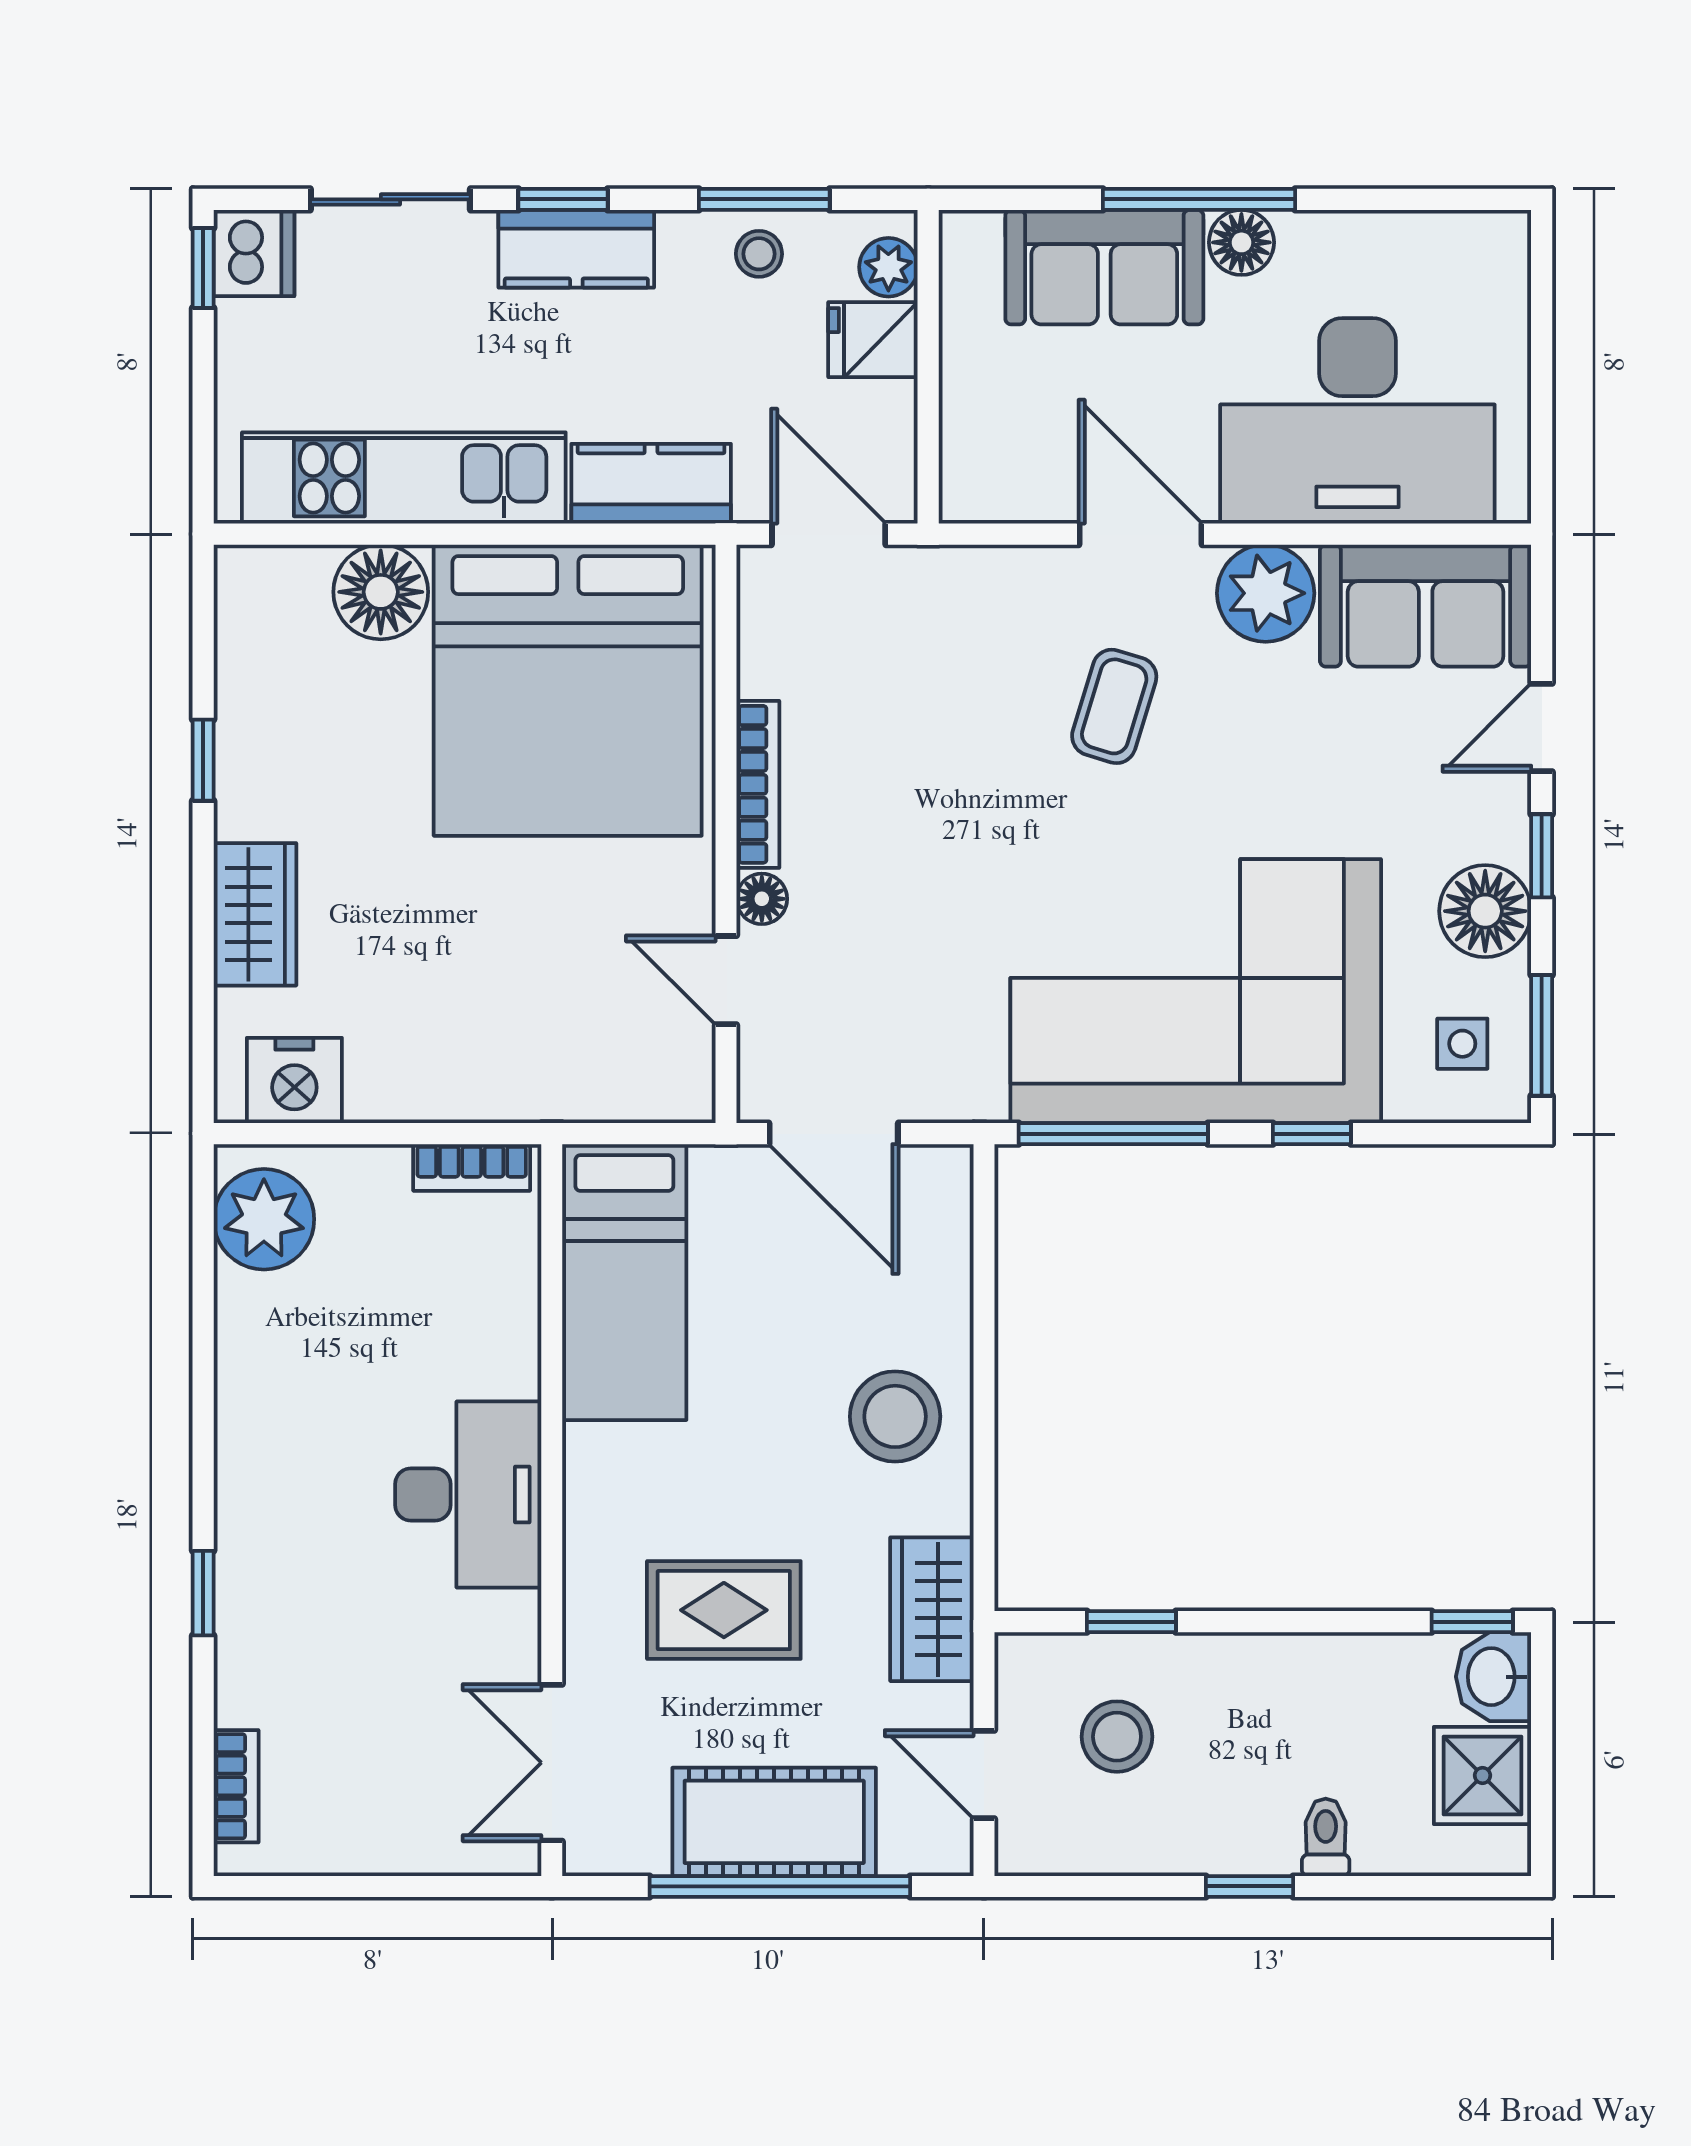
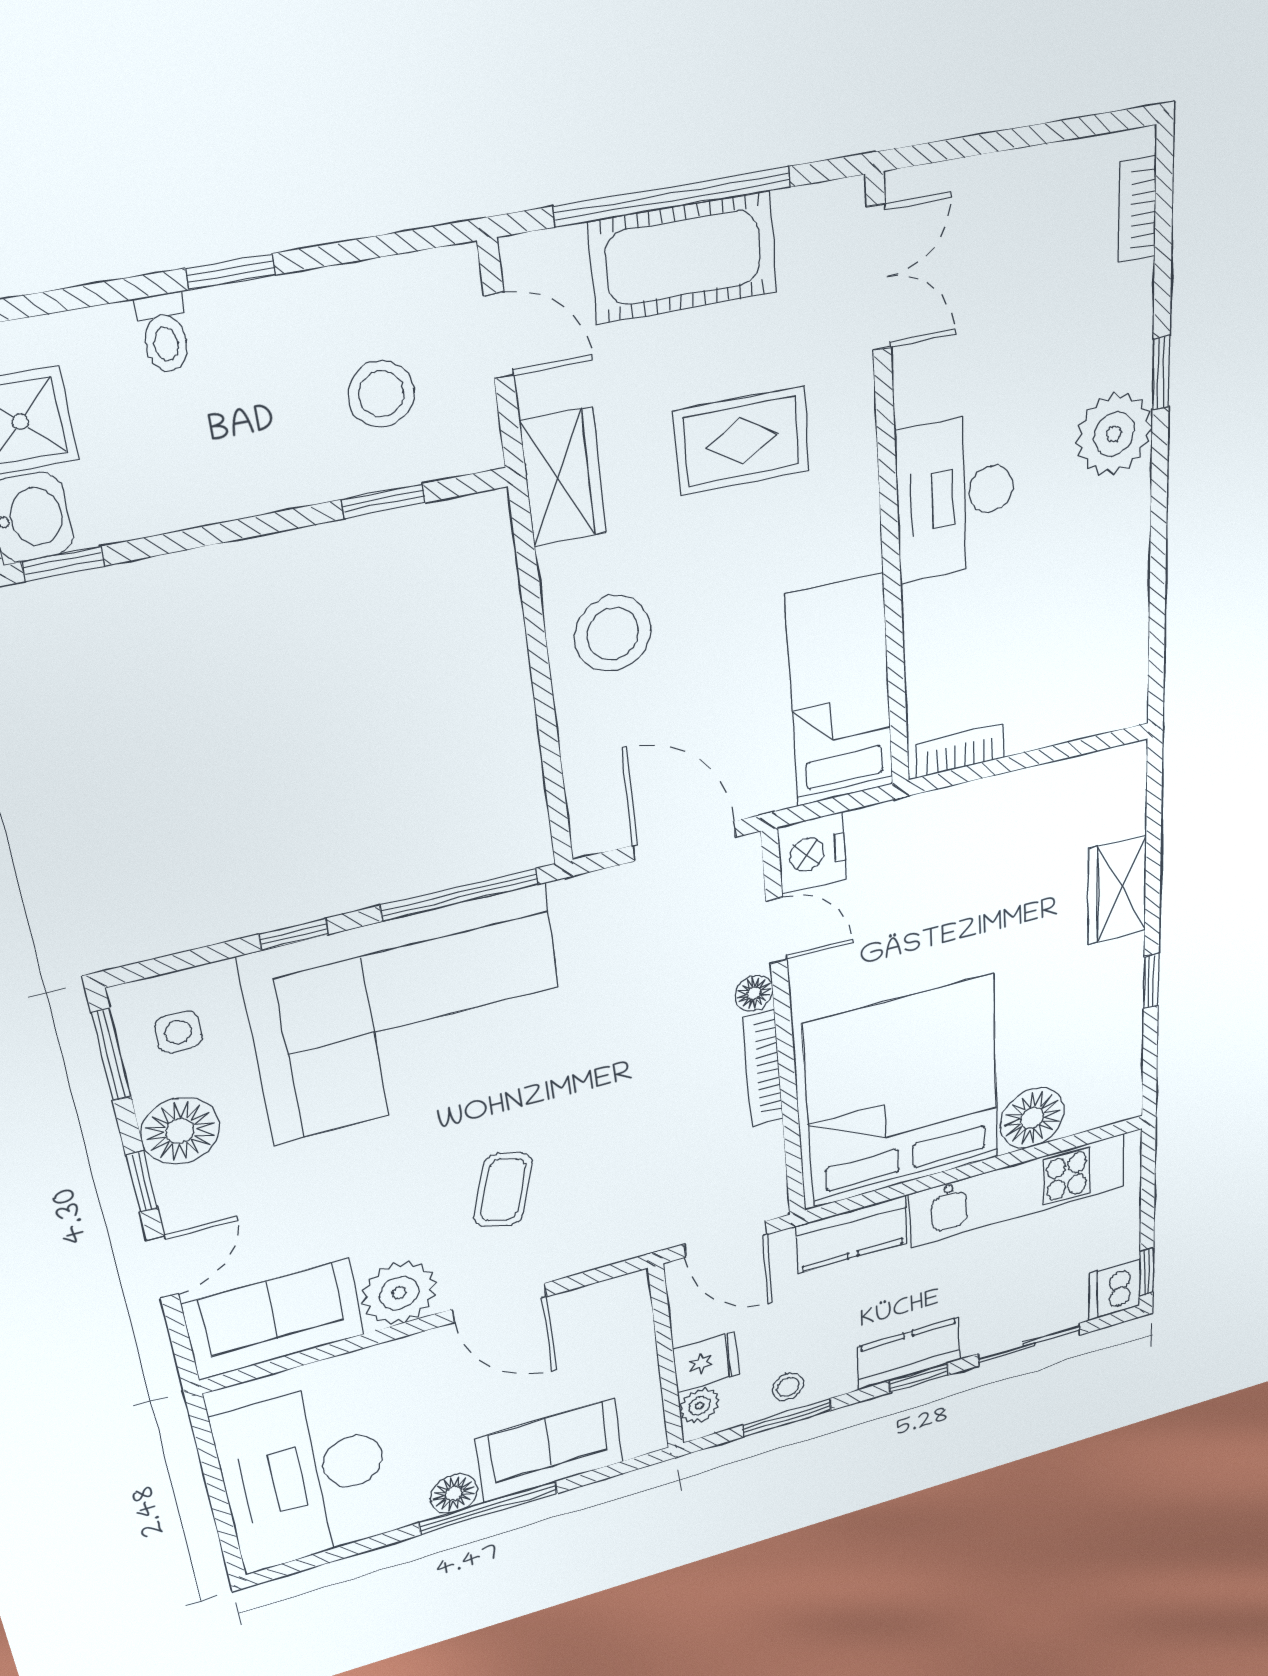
desk: (1357, 421) -> (305, 1475), moved, turned -90
nightstand: (294, 1080) -> (812, 853), moved, turned -90
plant: (264, 1219) -> (1114, 434), moved

